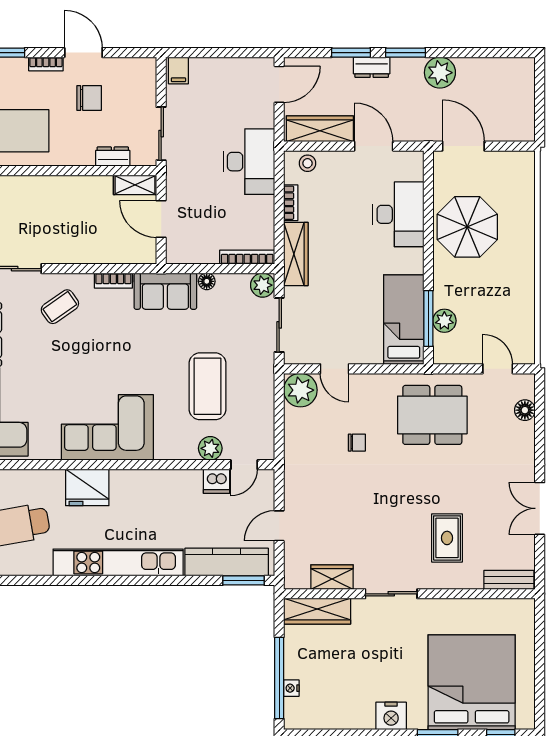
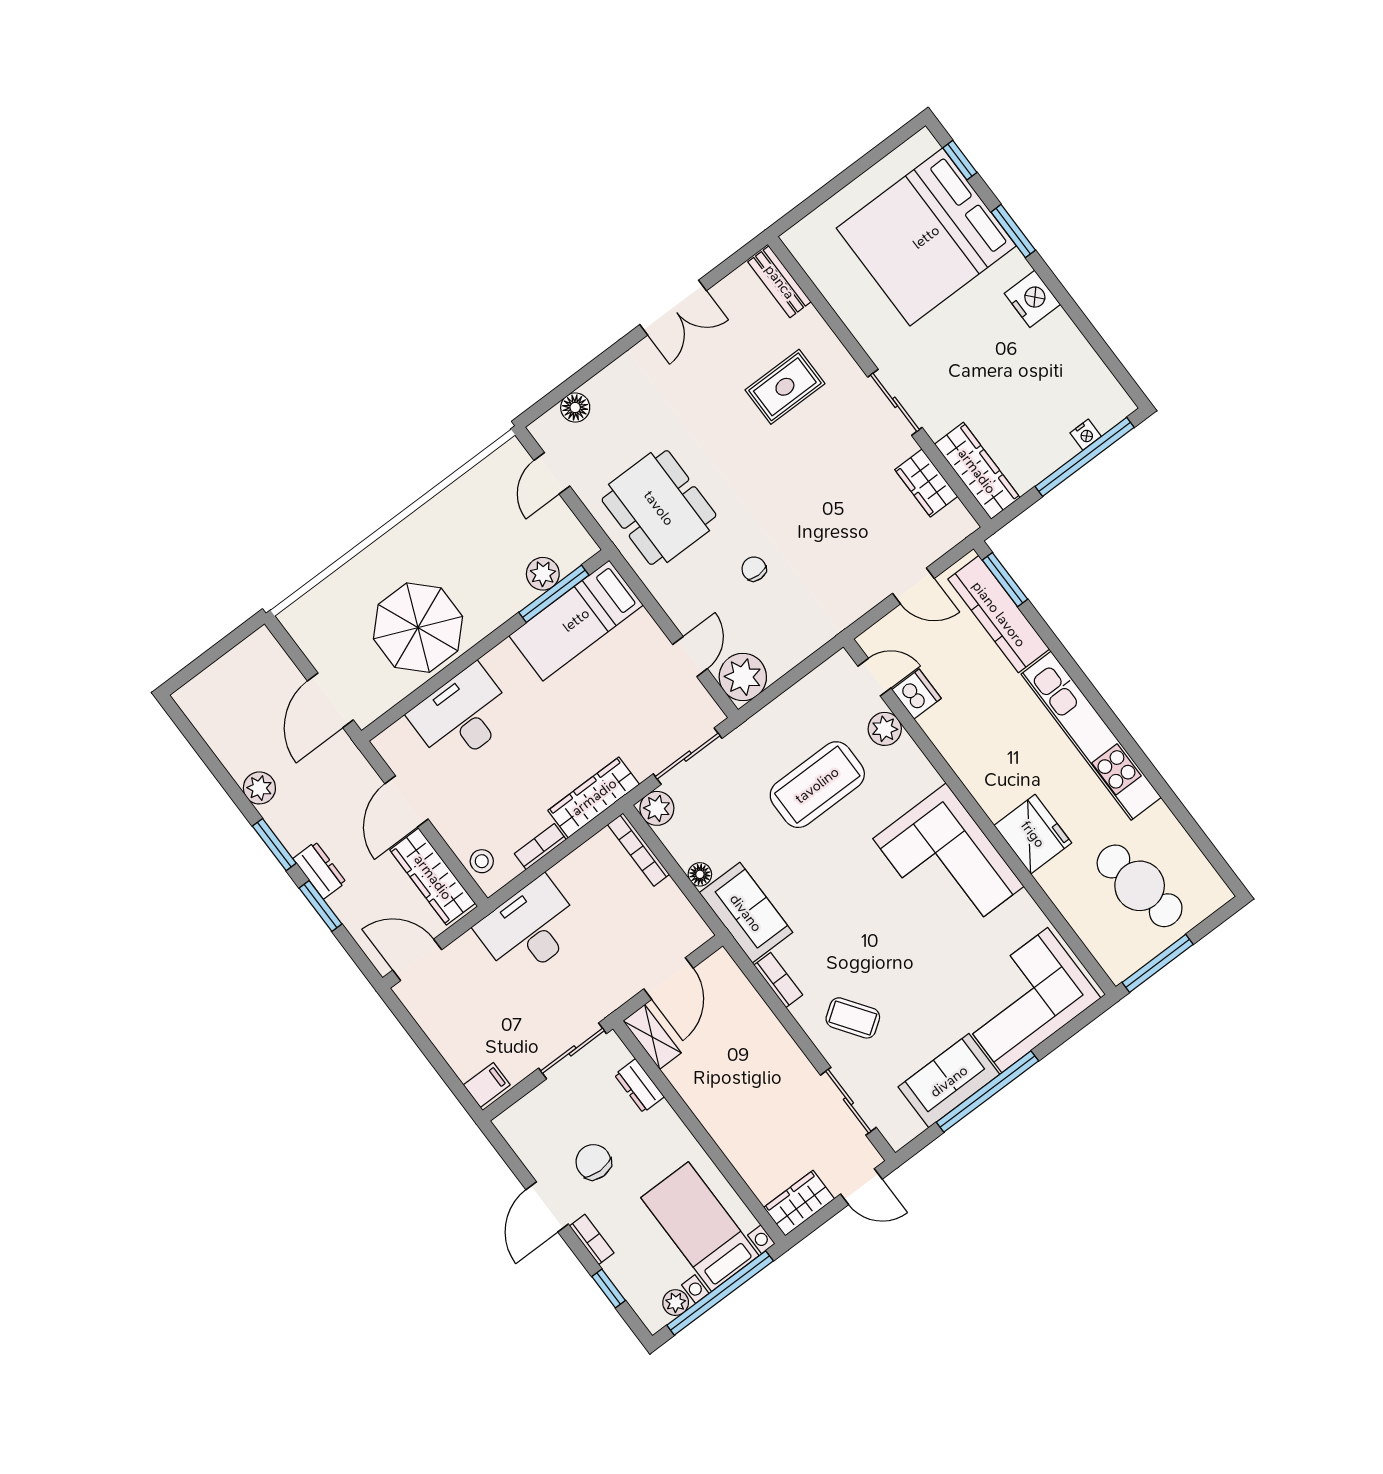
plant: (440, 73) -> (259, 788), width x0.73, depth x0.73

